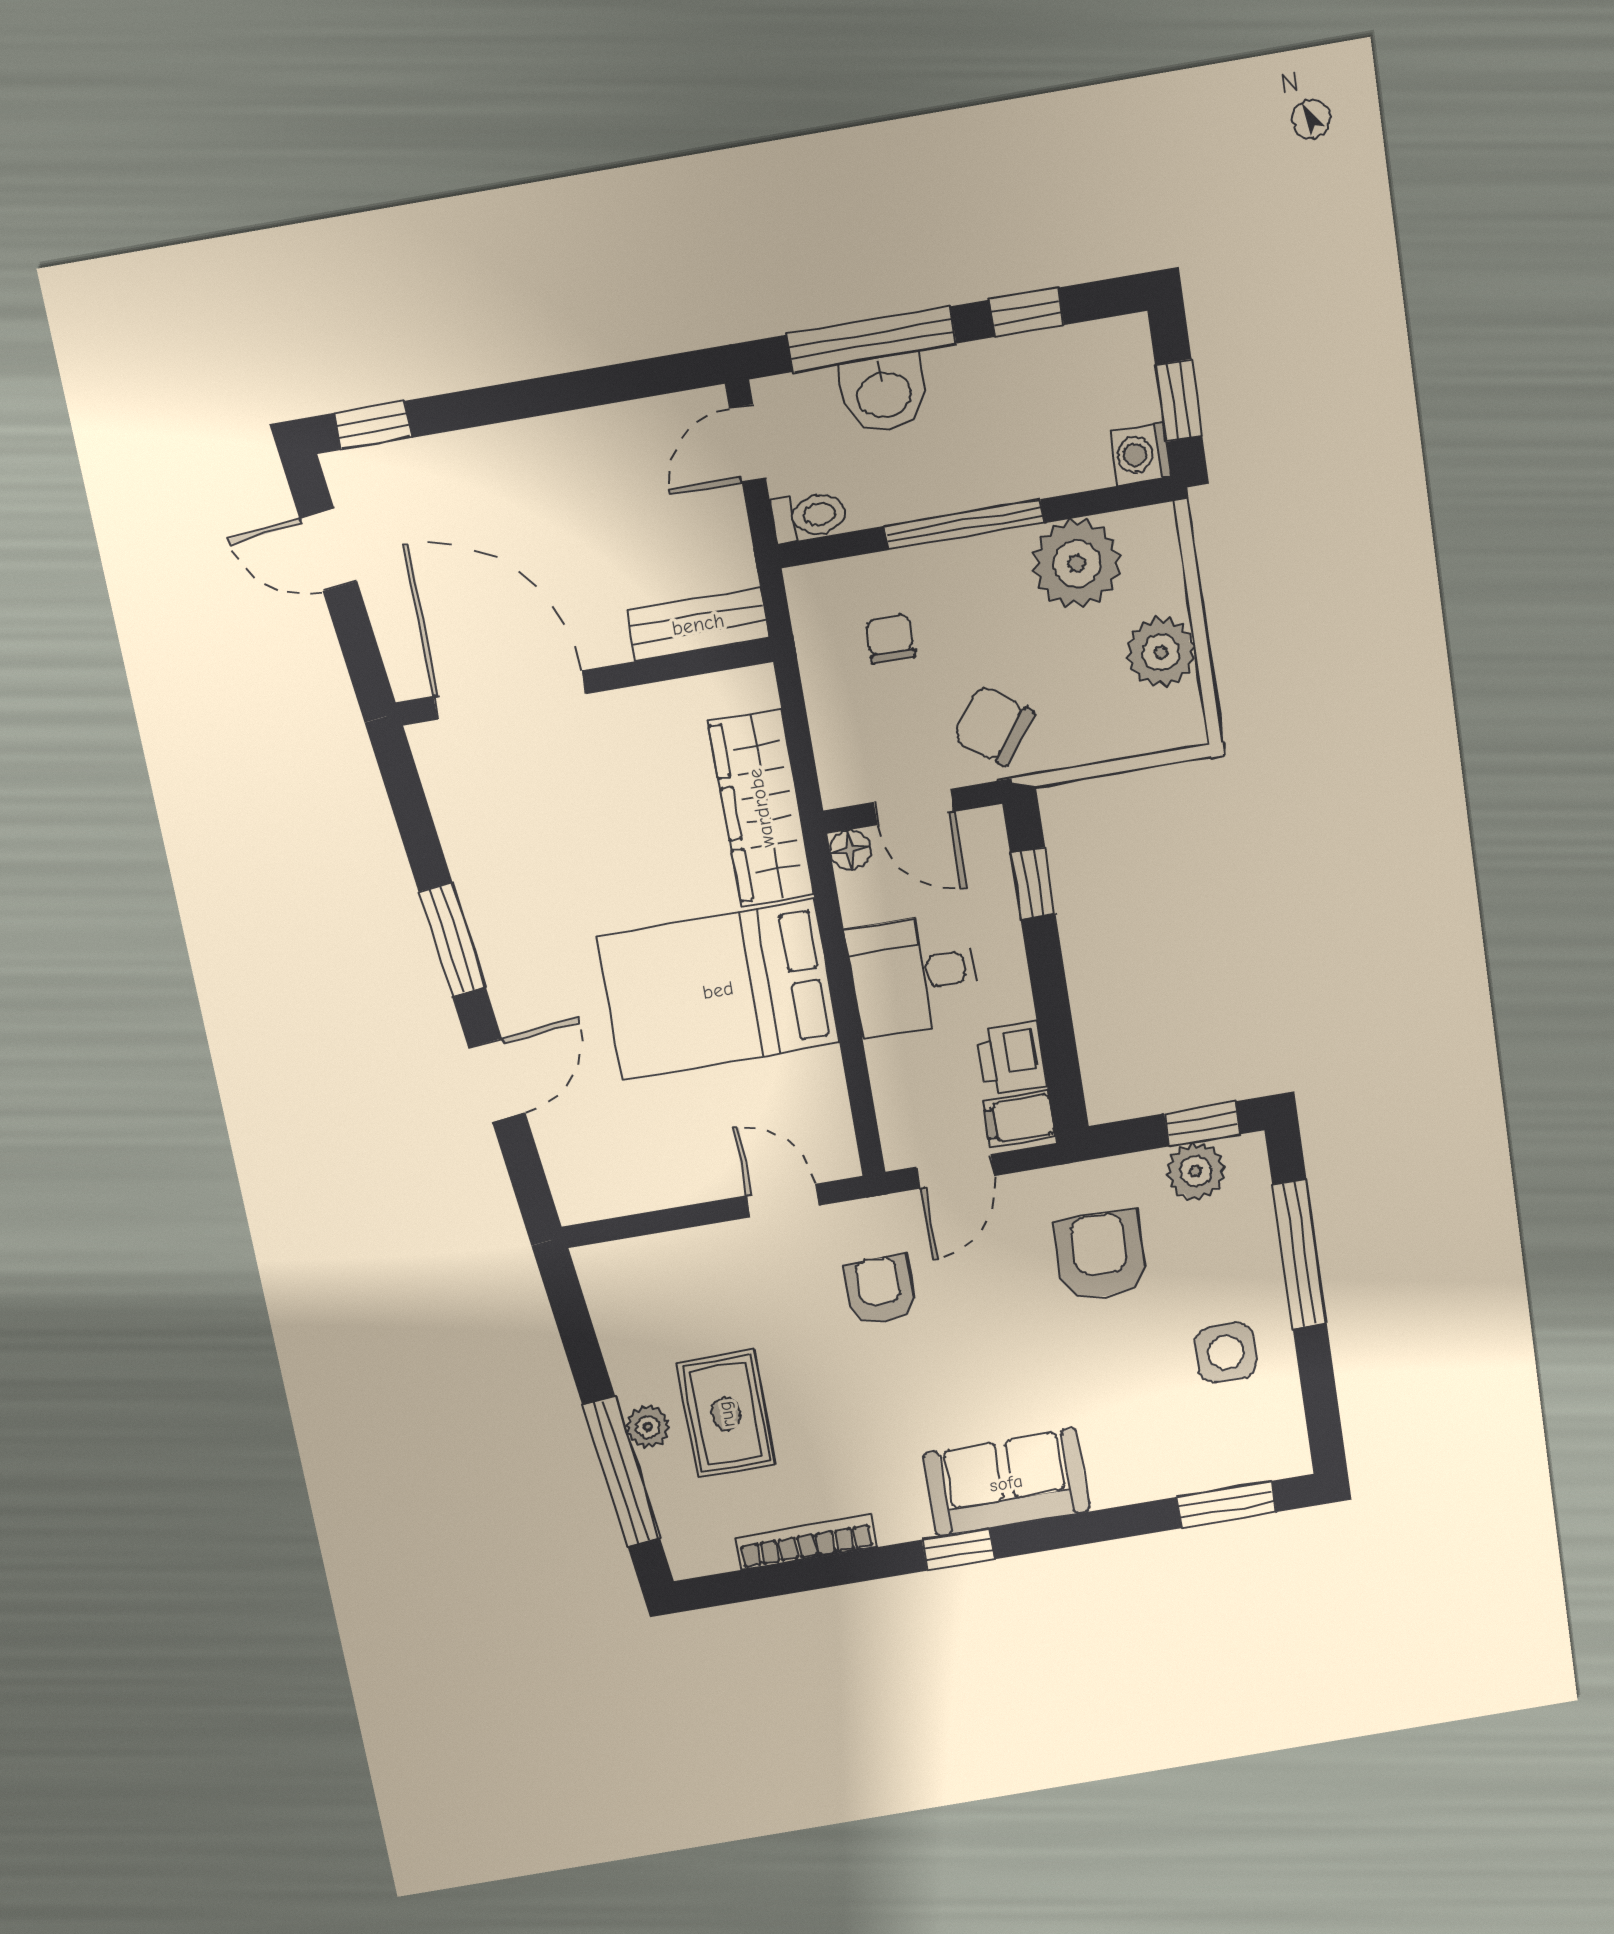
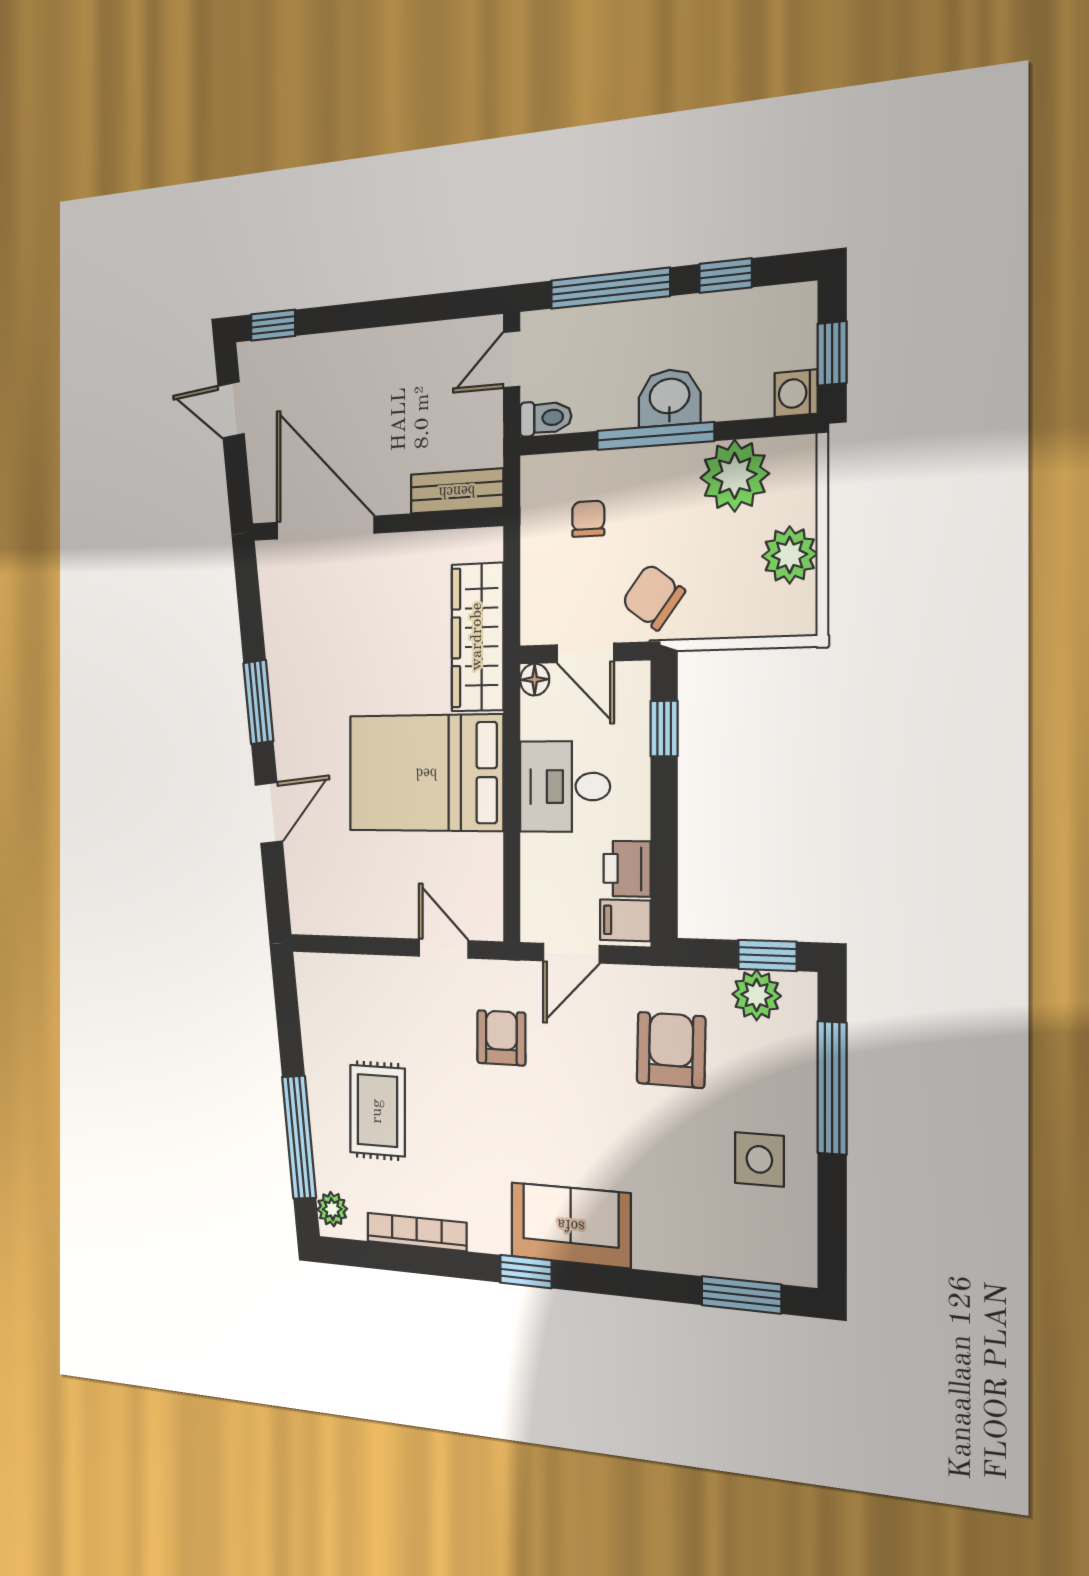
washbasin: (884, 393) -> (669, 398), moved, turned 180
plant: (648, 1427) -> (332, 1209), moved

